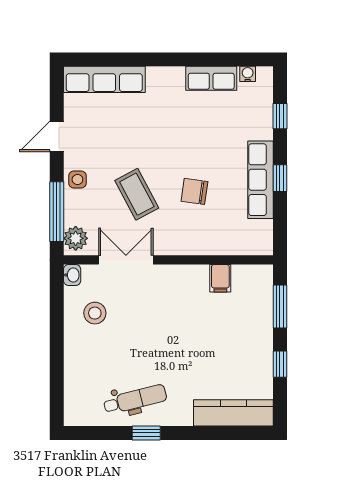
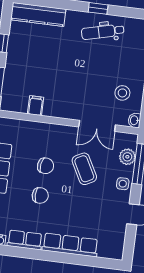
row of seats: (104, 79) -> (70, 245), moved
chair: (197, 147) -> (40, 195), added
plant: (76, 238) -> (127, 157), moved

